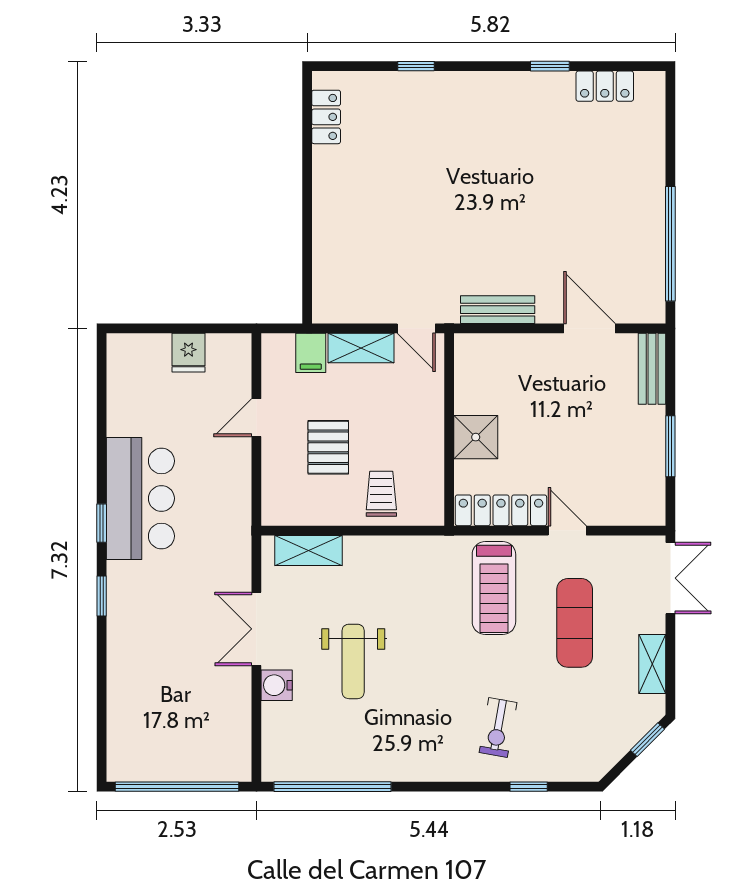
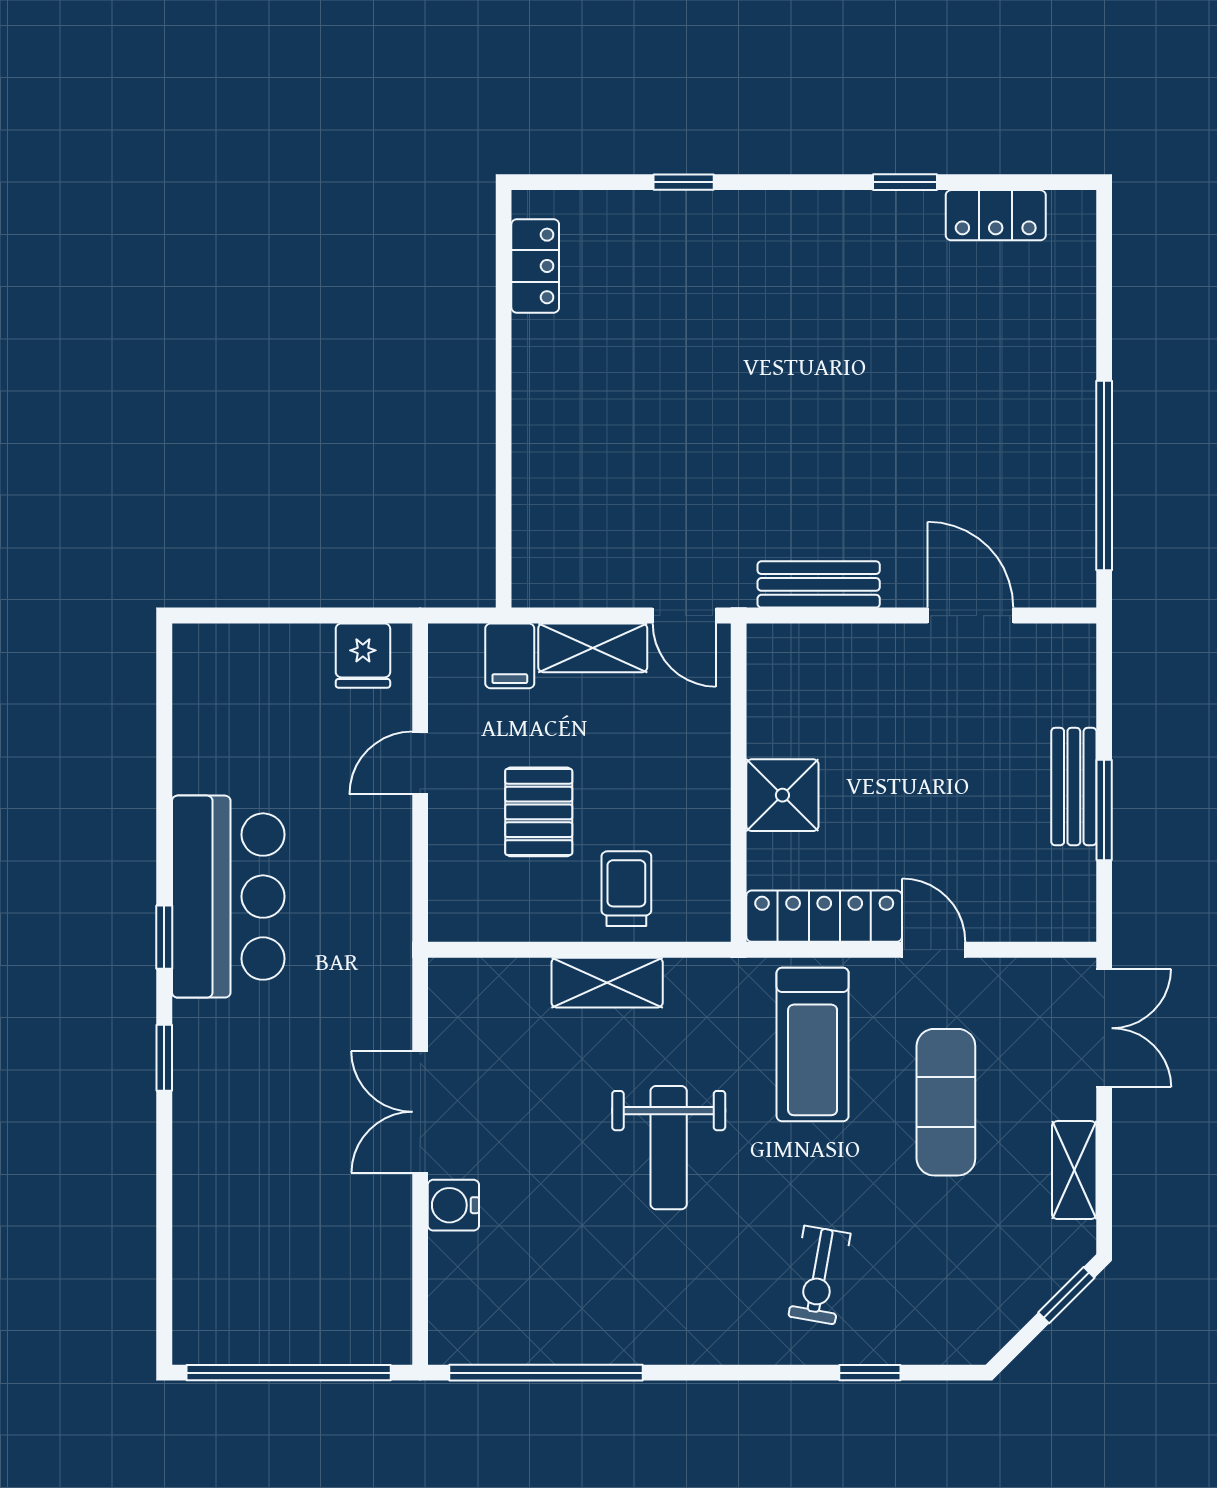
fridge: (188, 353) -> (363, 656), moved
bench: (652, 369) -> (1074, 787), moved
shelving: (309, 551) -> (607, 983), moved
weight bench: (353, 661) -> (669, 1148), moved

